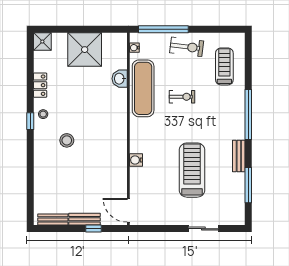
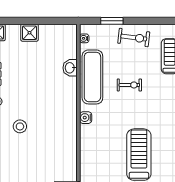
window: (163, 29) -> (112, 21), width x0.47
shower: (85, 50) -> (30, 33), width x0.54, depth x0.54
water cooler: (136, 160) -> (86, 118), moved

